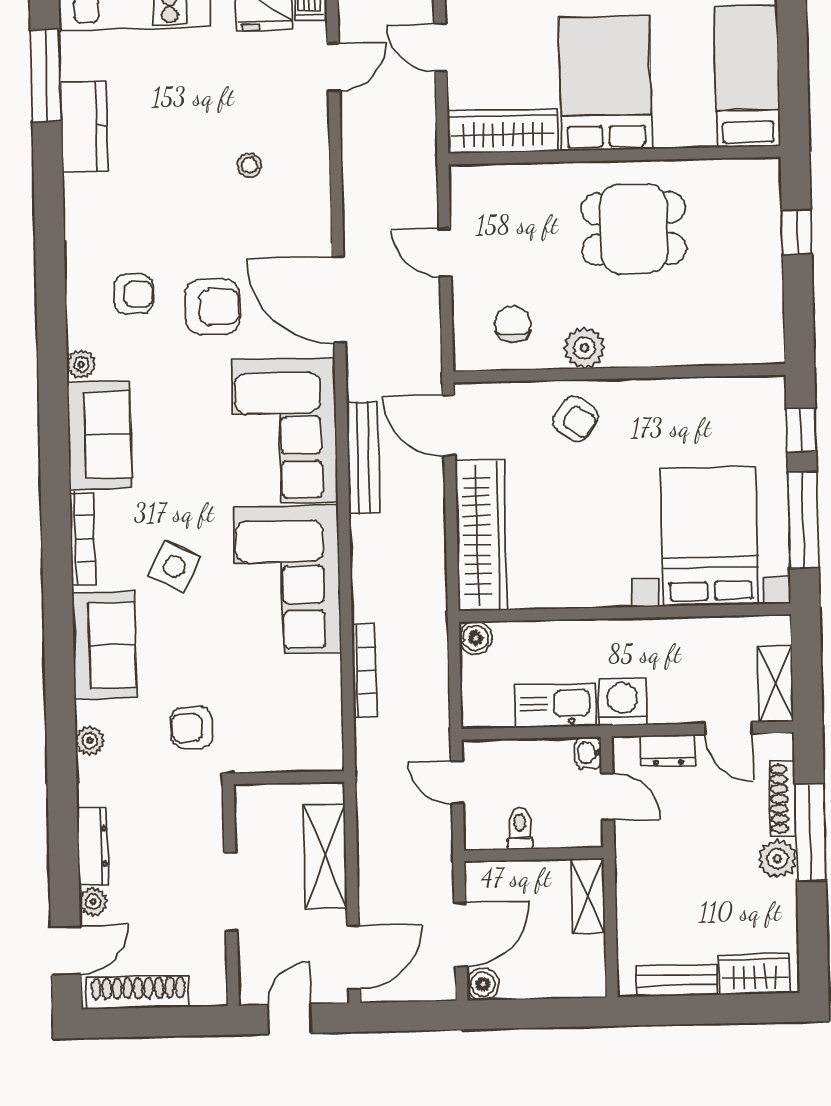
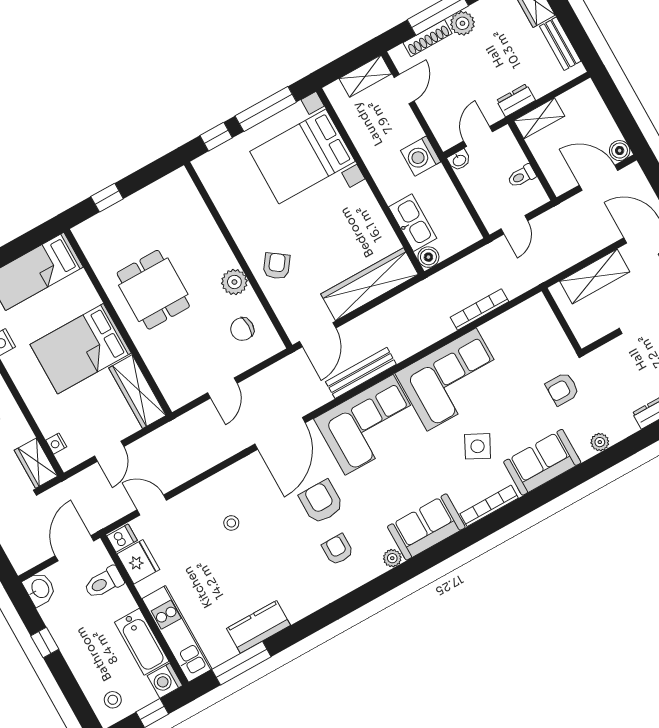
kitchen sink: (556, 706) -> (413, 223), moved, turned 180
armchair: (192, 728) -> (562, 389), turned 90
dresser: (668, 750) -> (516, 100), moved, turned -90

